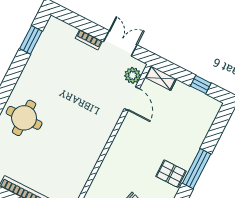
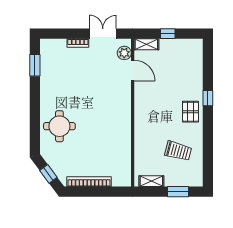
window: (201, 85) -> (168, 34), moved
window: (197, 169) -> (208, 98), width x0.46
pallet: (171, 174) -> (191, 112), turned 90

